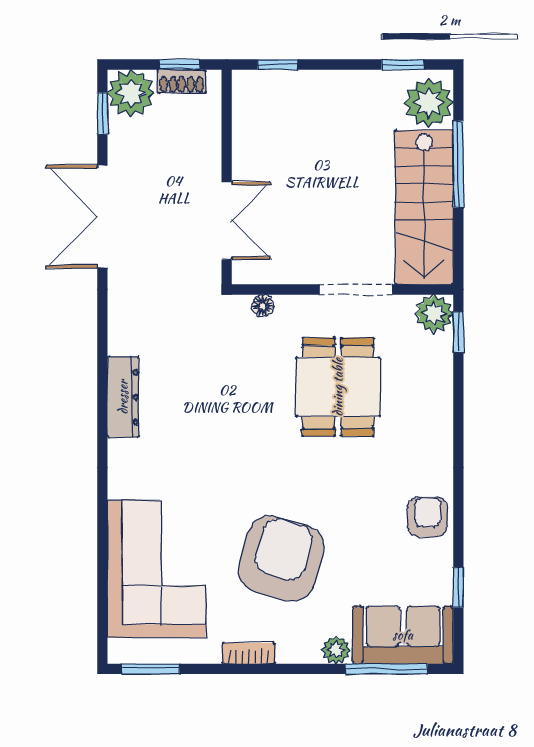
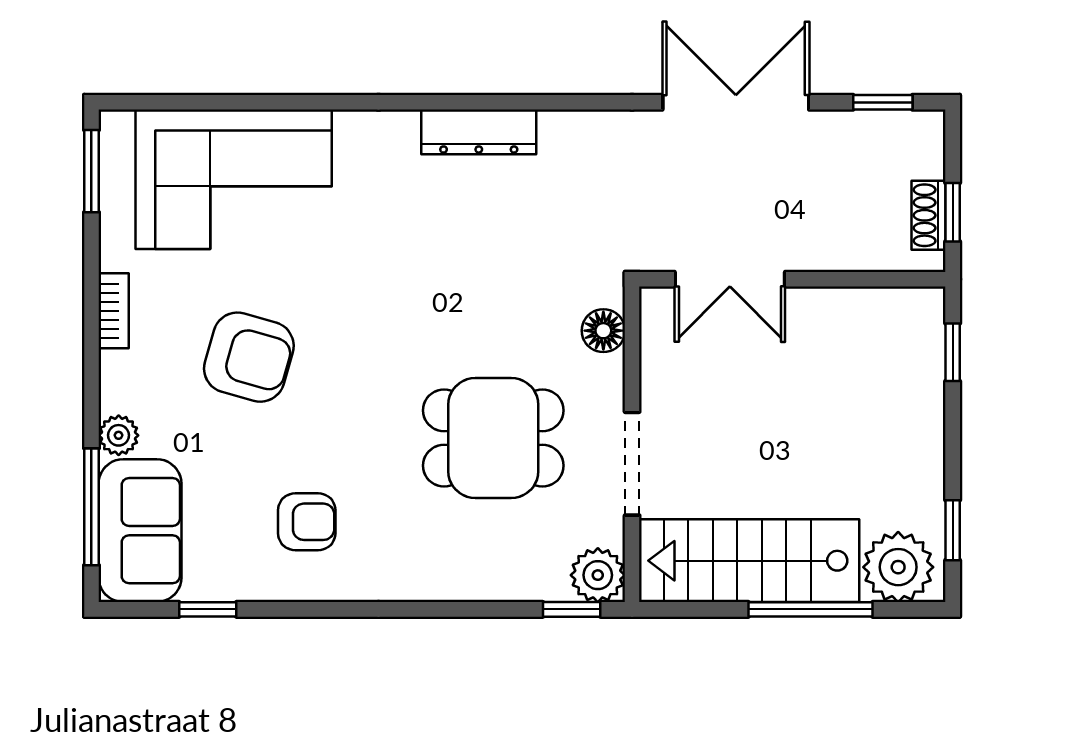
plant: (131, 93) -> (912, 143), removed
floor lamp: (263, 306) -> (603, 331), width x1.37, depth x1.37
armchair: (428, 517) -> (307, 522), moved
armchair: (281, 558) -> (249, 357), width x0.73, depth x0.73

